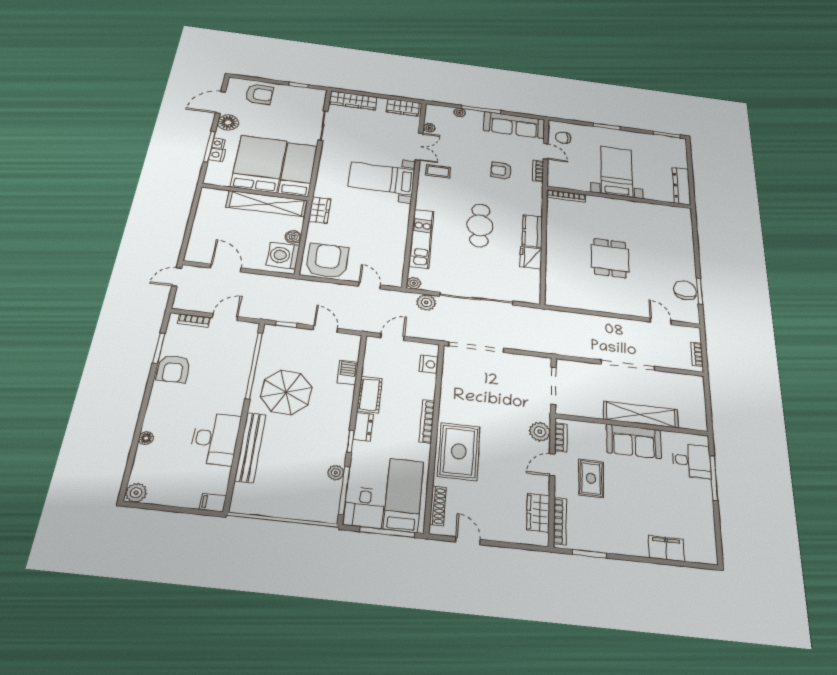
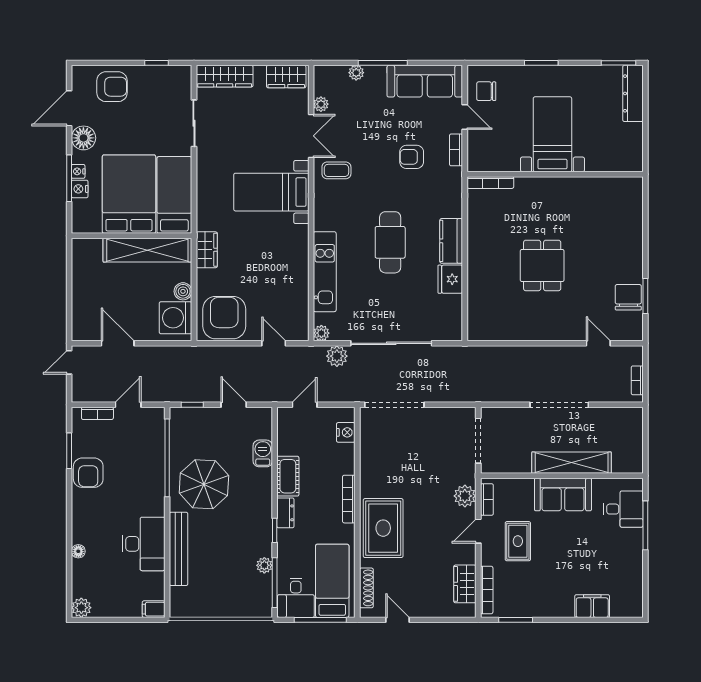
dresser: (682, 186) -> (633, 93), moved

